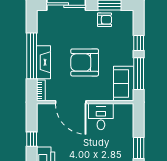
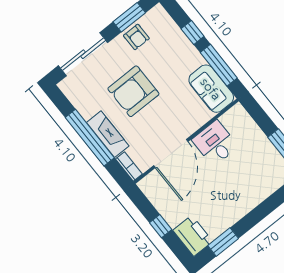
armchair: (105, 20) -> (136, 37), turned 90
armchair: (85, 62) -> (133, 91), moved
door: (71, 102) -> (171, 154), hinge flipped

